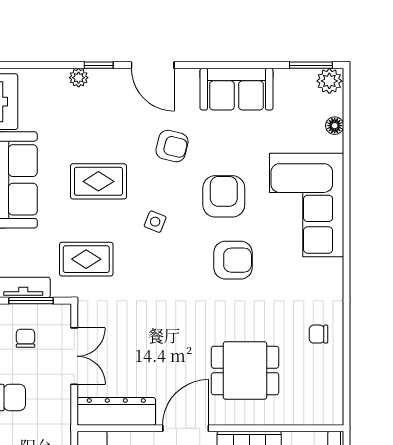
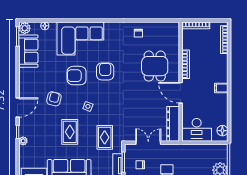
sofa: (236, 89) -> (28, 51), moved

